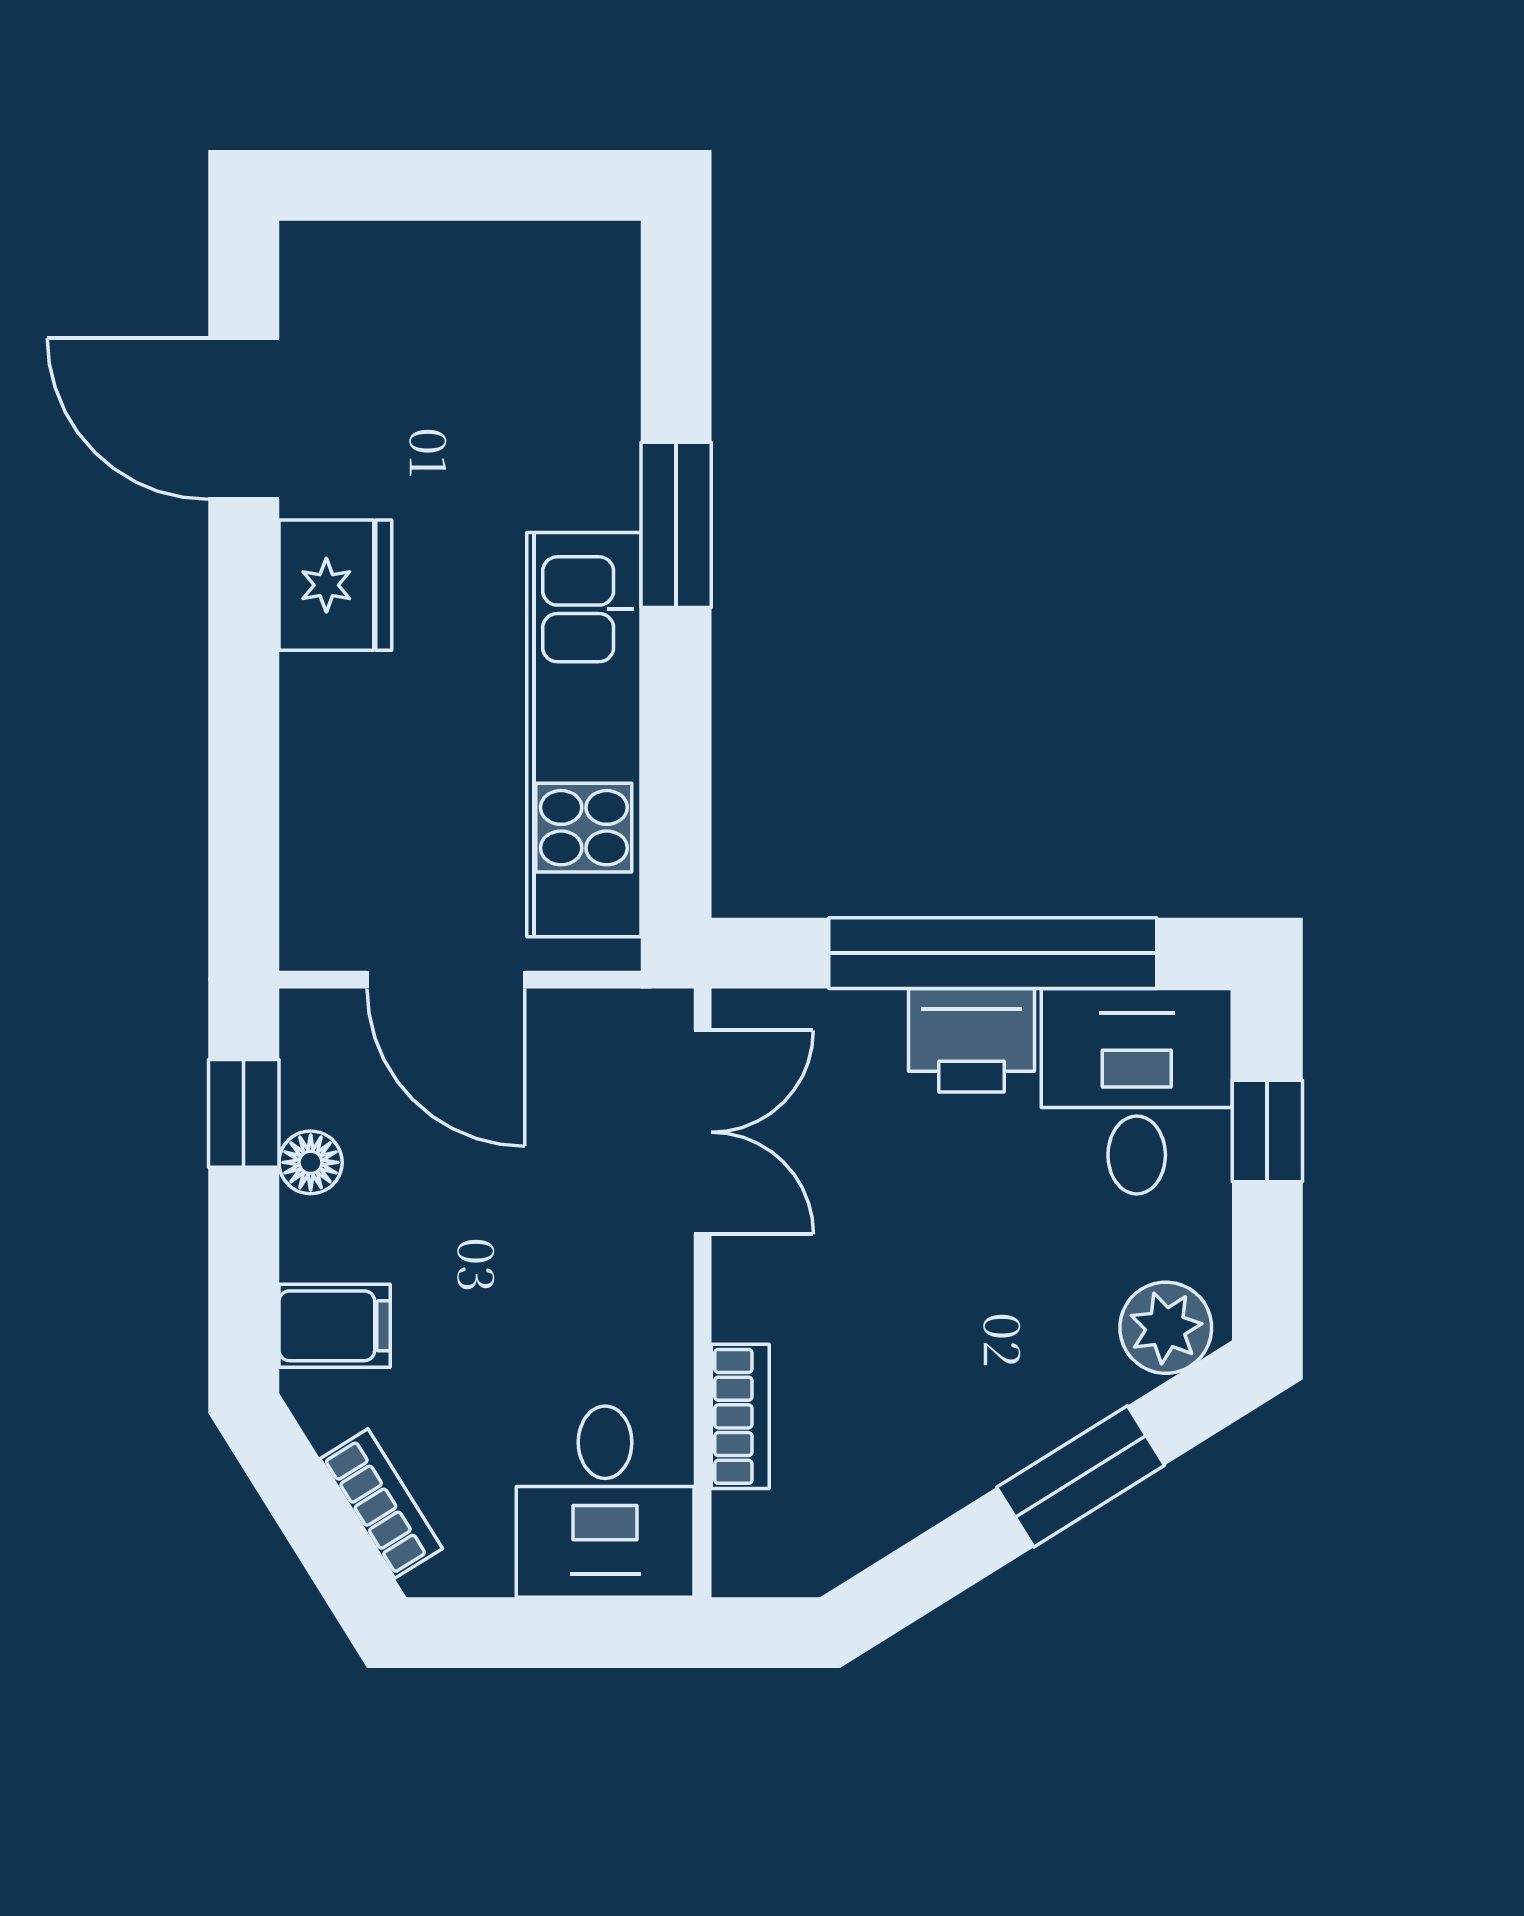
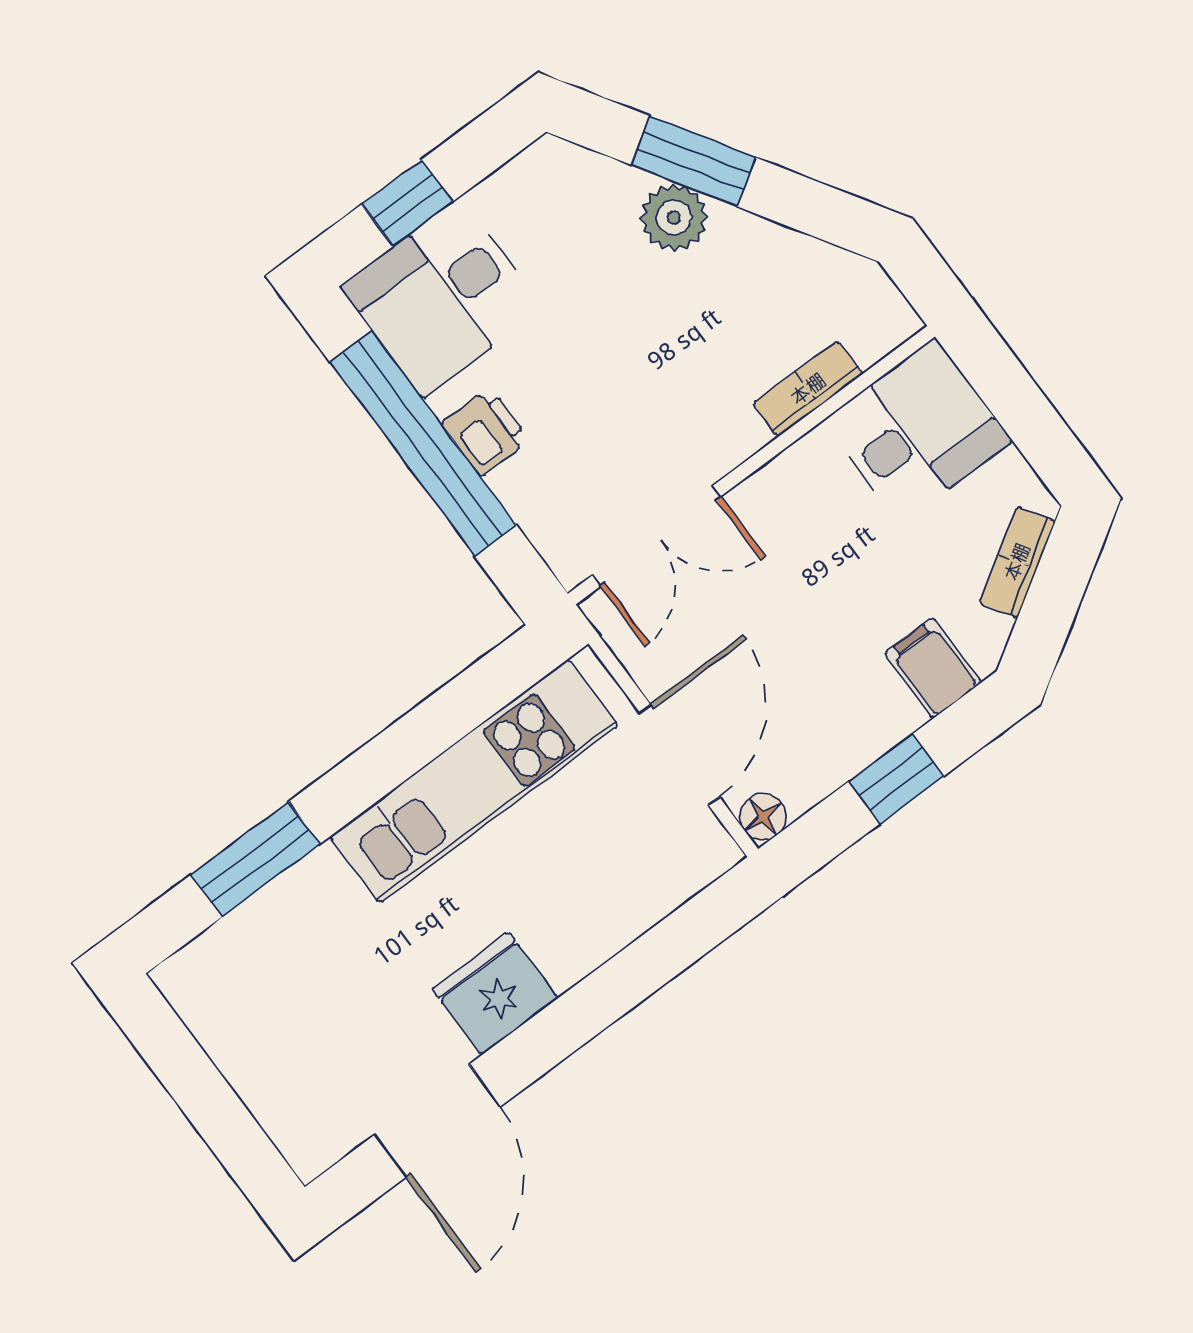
window: (676, 525) -> (255, 859), moved
printer: (972, 1040) -> (485, 432), width x0.73, depth x0.81
window: (244, 1113) -> (896, 779), moved
double door: (703, 1132) -> (657, 536), swing flipped
floor lamp: (311, 1162) -> (763, 817), moved
plant: (1166, 1328) -> (674, 218), moved

